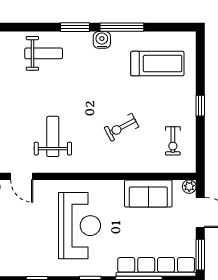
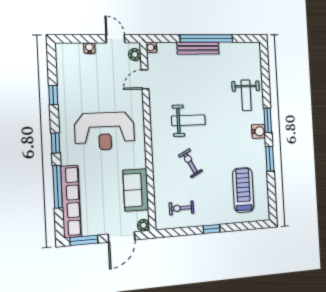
window: (122, 27) -> (270, 159), width x0.69
water cooler: (102, 40) -> (259, 131), moved
treadmill: (157, 64) -> (243, 190), turned 180
weight bench: (53, 136) -> (188, 120), moved

